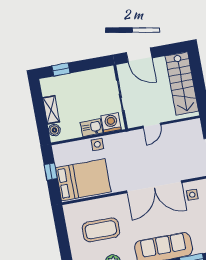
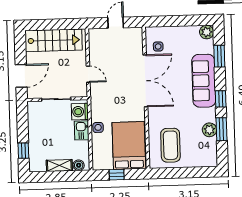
coffee table: (101, 230) -> (170, 145), moved

